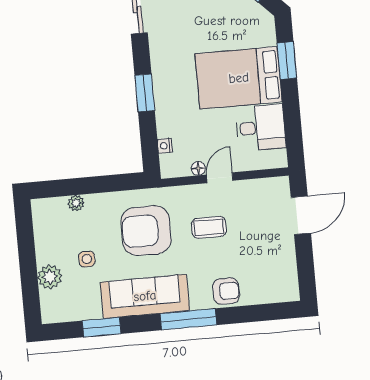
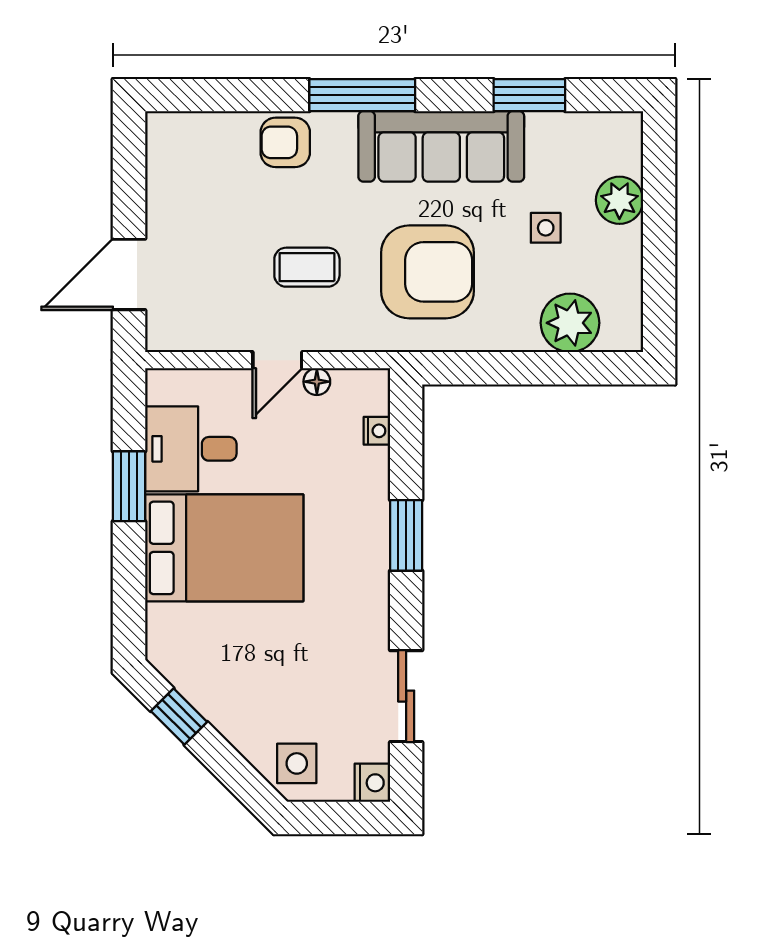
window: (287, 60) -> (129, 486), moved
plant: (76, 203) -> (570, 323), width x1.88, depth x1.88

